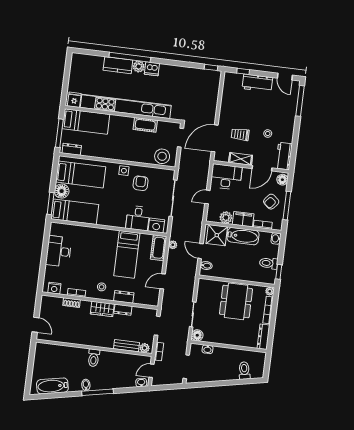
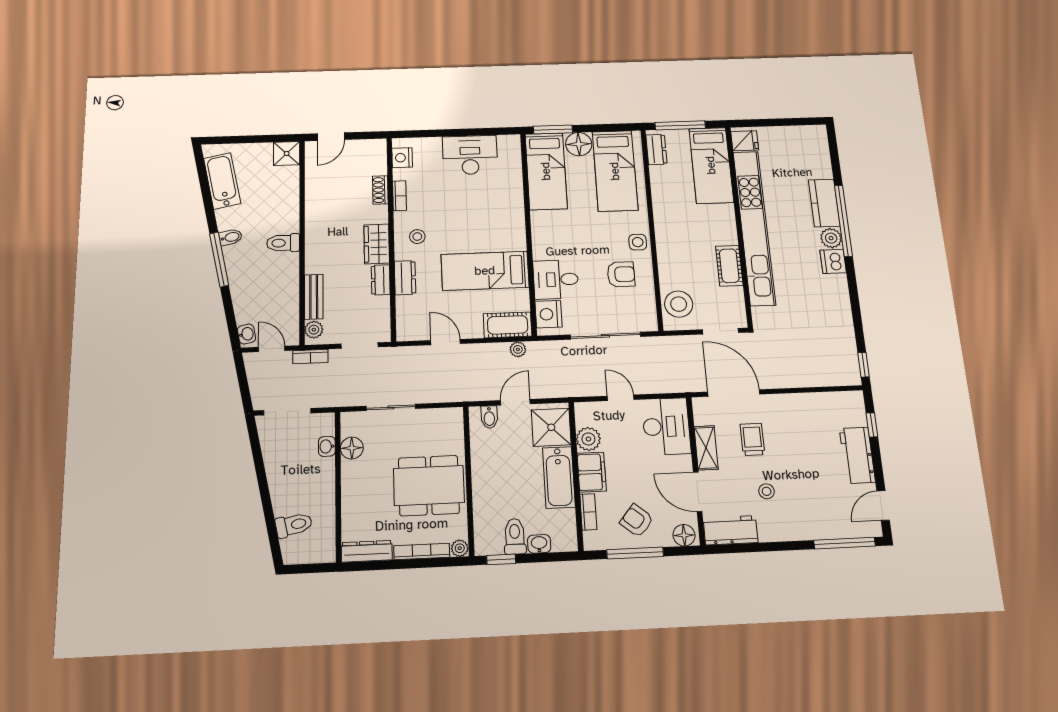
washbasin: (276, 238) -> (539, 544), moved
floor lamp: (197, 335) -> (352, 448), moved
shower: (42, 350) -> (287, 153), added

